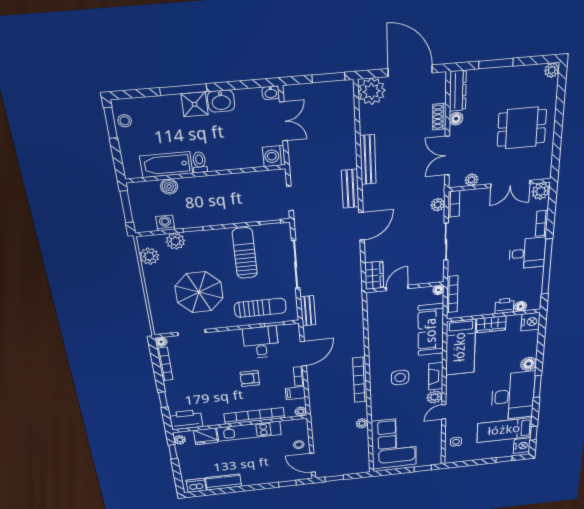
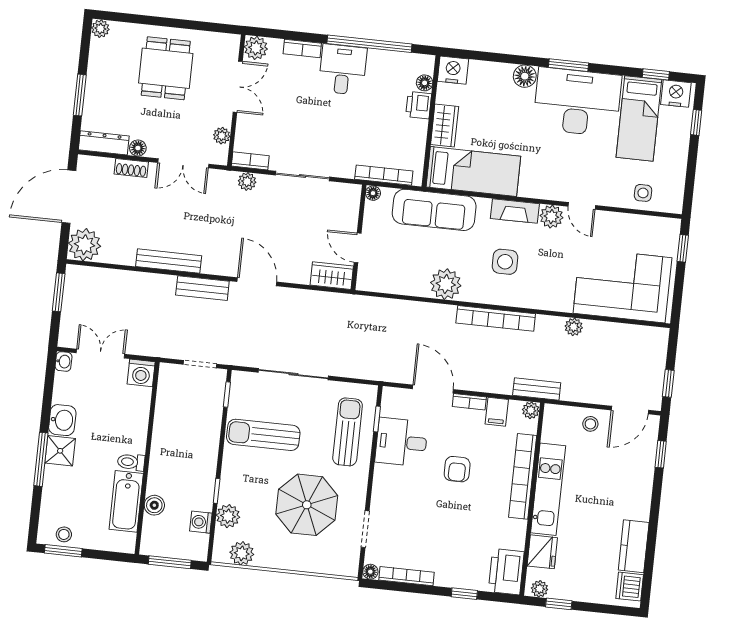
bench: (308, 311) -> (537, 389), moved
plant: (379, 347) -> (446, 284), added

